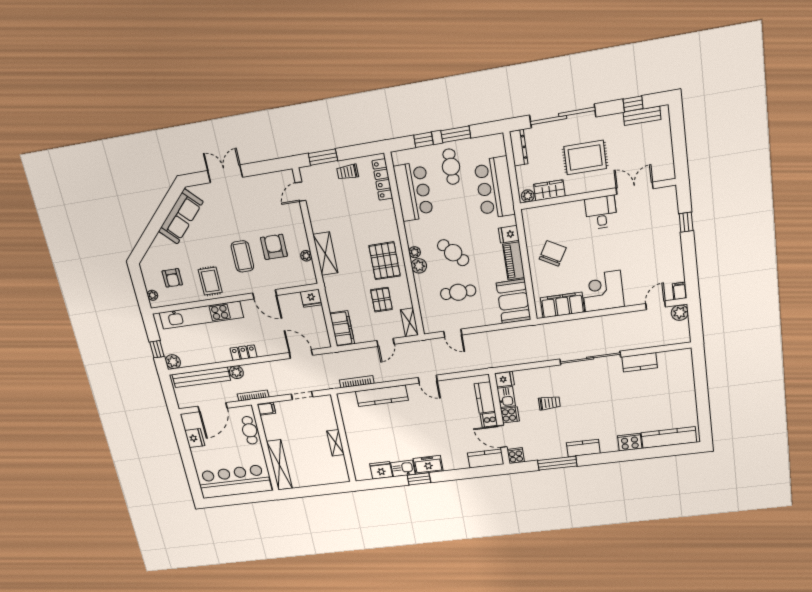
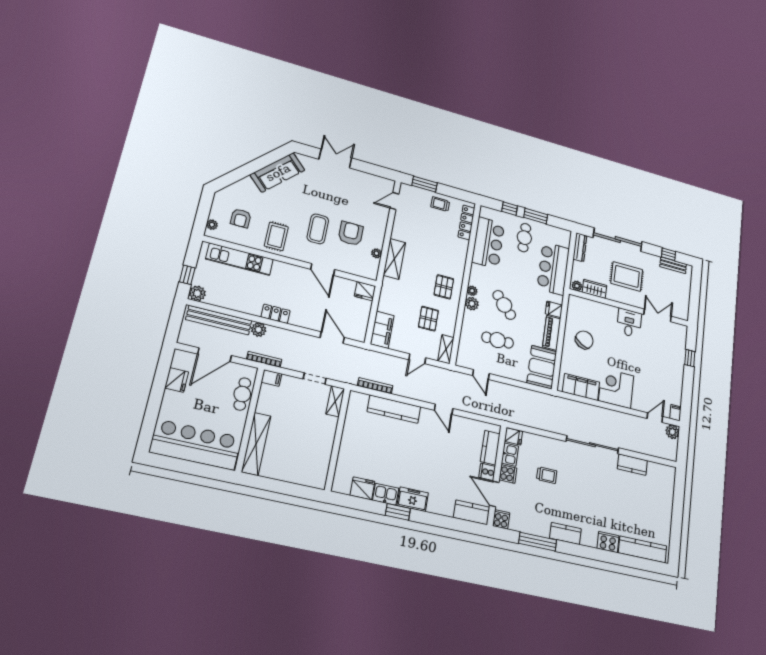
pallet: (385, 261) -> (444, 287), width x0.67, depth x0.71
kitchen unit: (201, 315) -> (240, 259), width x0.73
shelving: (335, 443) -> (335, 401), moved

